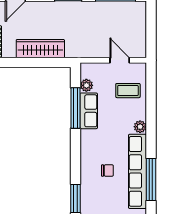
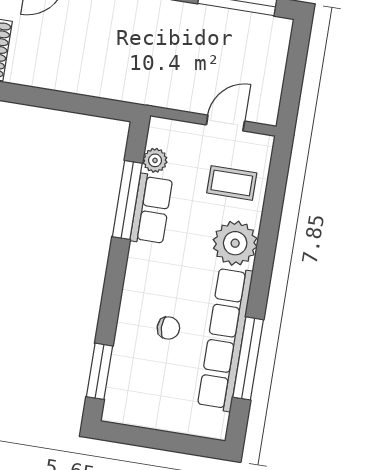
wardrobe: (40, 49) -> (79, 77), removed
door: (120, 60) -> (225, 123), hinge flipped
plant: (140, 127) -> (235, 243), width x1.88, depth x1.88

